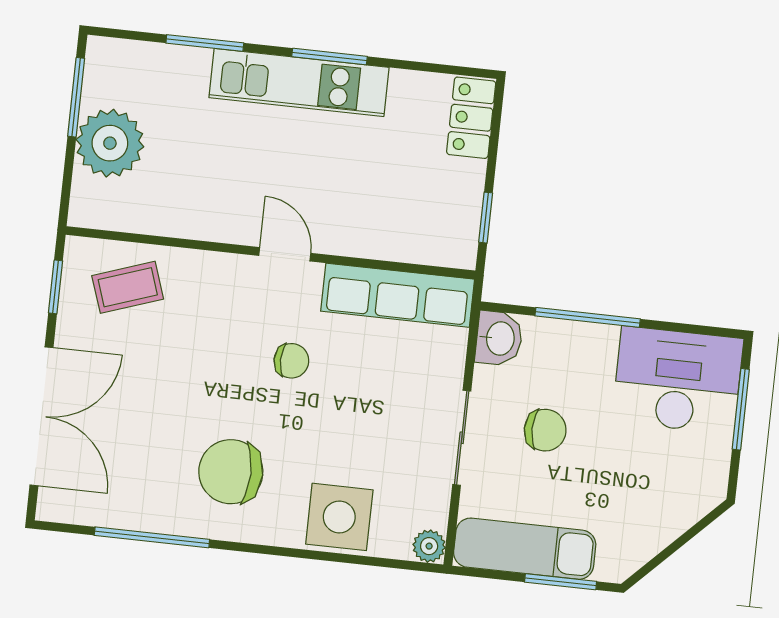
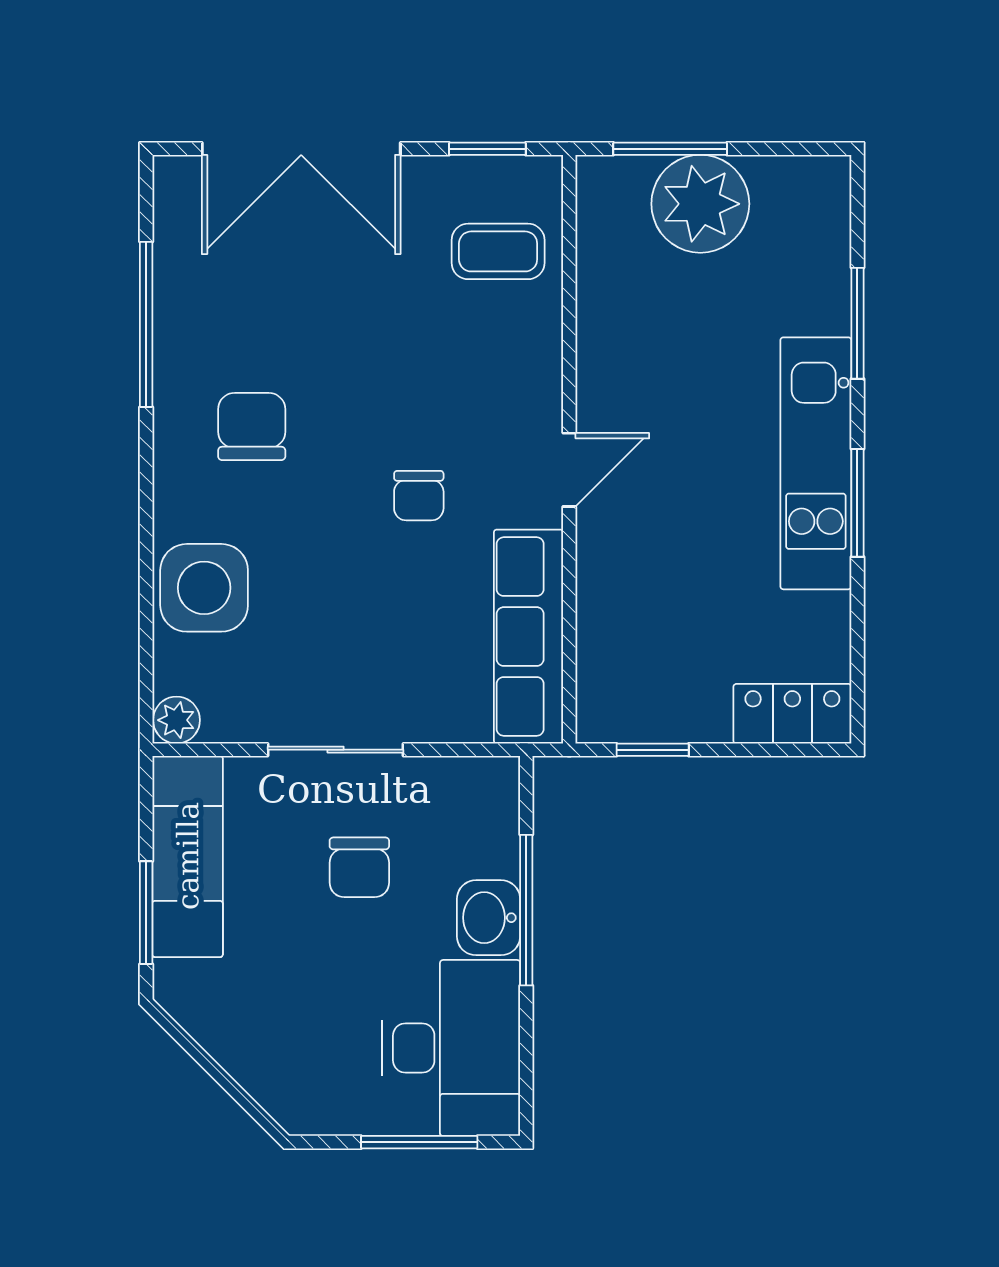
window: (76, 97) -> (670, 149), moved
coffee table: (128, 287) -> (498, 251), turned -71
washbasin: (499, 338) -> (489, 918), moved, turned 90
chair: (231, 472) -> (252, 427), width x0.73, depth x0.73

